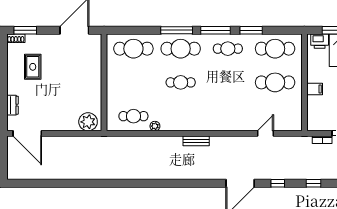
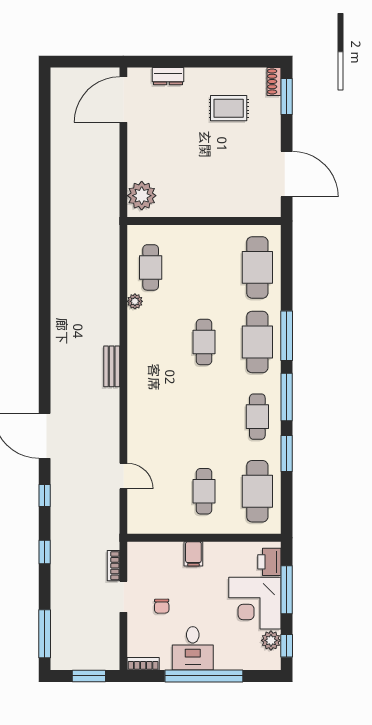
cafe table: (275, 82) -> (204, 491), width x0.73, depth x0.74

